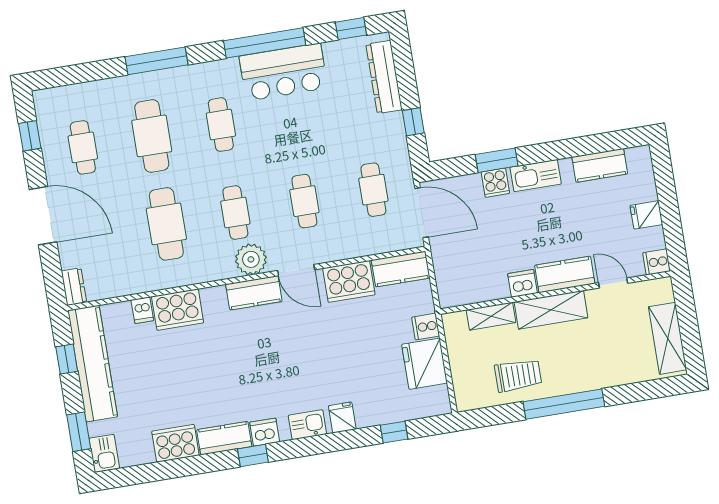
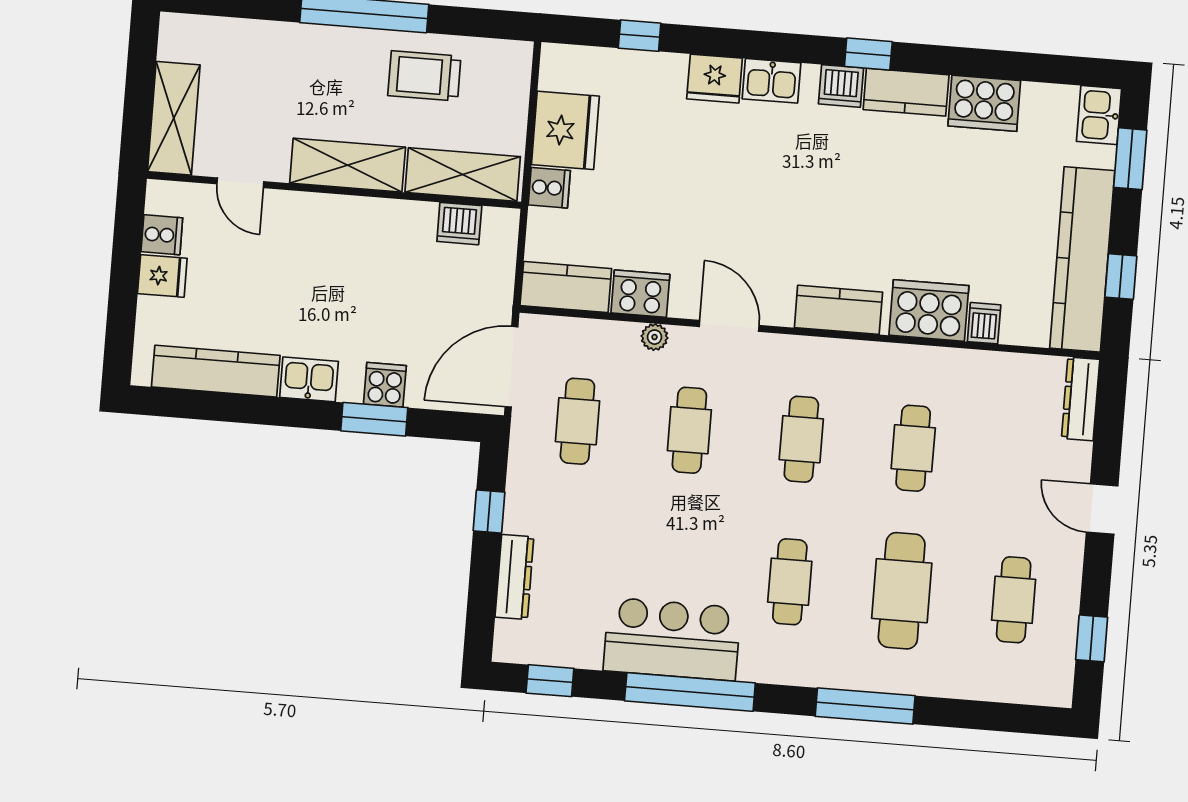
dresser: (384, 77) -> (514, 577), width x0.73, depth x0.80
kitchen counter: (600, 165) -> (216, 371), width x1.50
kitchen sink: (536, 176) -> (309, 379), width x0.73
door: (422, 213) -> (511, 367), hinge flipped
door: (43, 216) -> (1102, 509), width x0.53
cafe table: (166, 224) -> (913, 448), width x0.73, depth x0.74
plant: (251, 259) -> (655, 337), moved, width x0.53, depth x0.53
cooker: (657, 262) -> (162, 235), moved
kitchen counter: (565, 274) -> (313, 215), removed
cooker: (349, 281) -> (640, 294), width x0.73, depth x0.76
dishwasher: (523, 283) -> (459, 224), moved
dresser: (74, 287) -> (1081, 399), width x1.44
kitchen counter: (254, 293) -> (838, 310), moved
shelving: (491, 316) -> (463, 174), width x1.50, depth x1.33
shelving: (668, 338) -> (174, 118), moved
fridge: (342, 417) -> (715, 79), width x1.38

